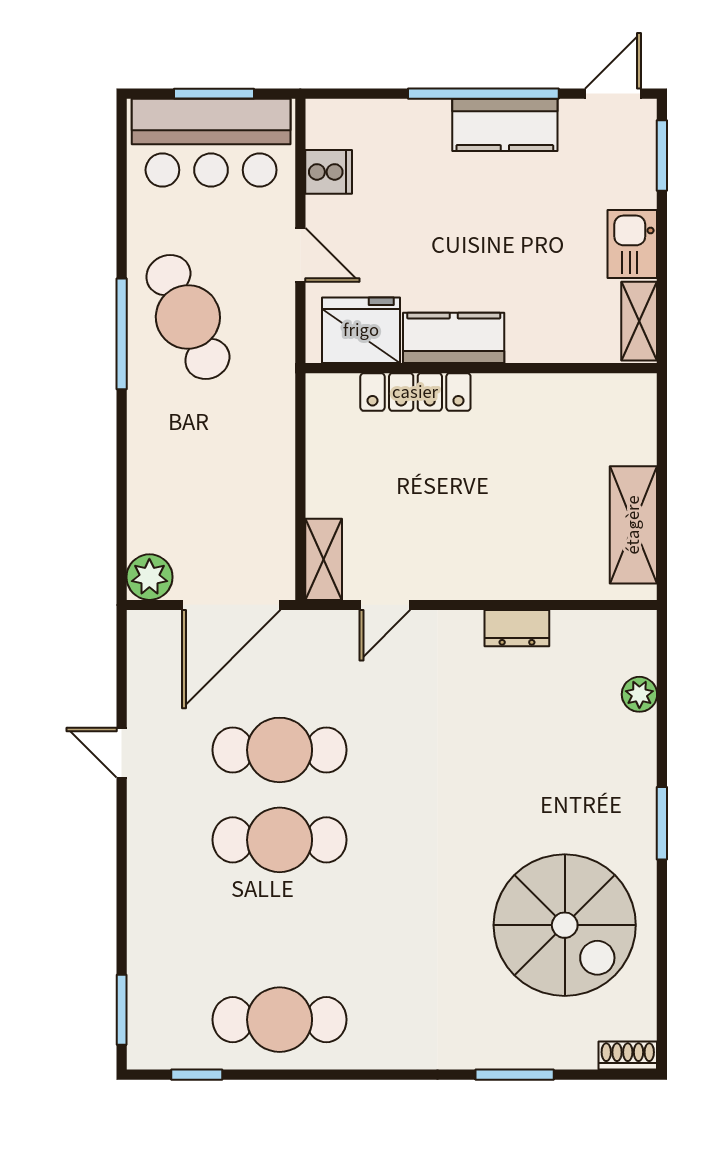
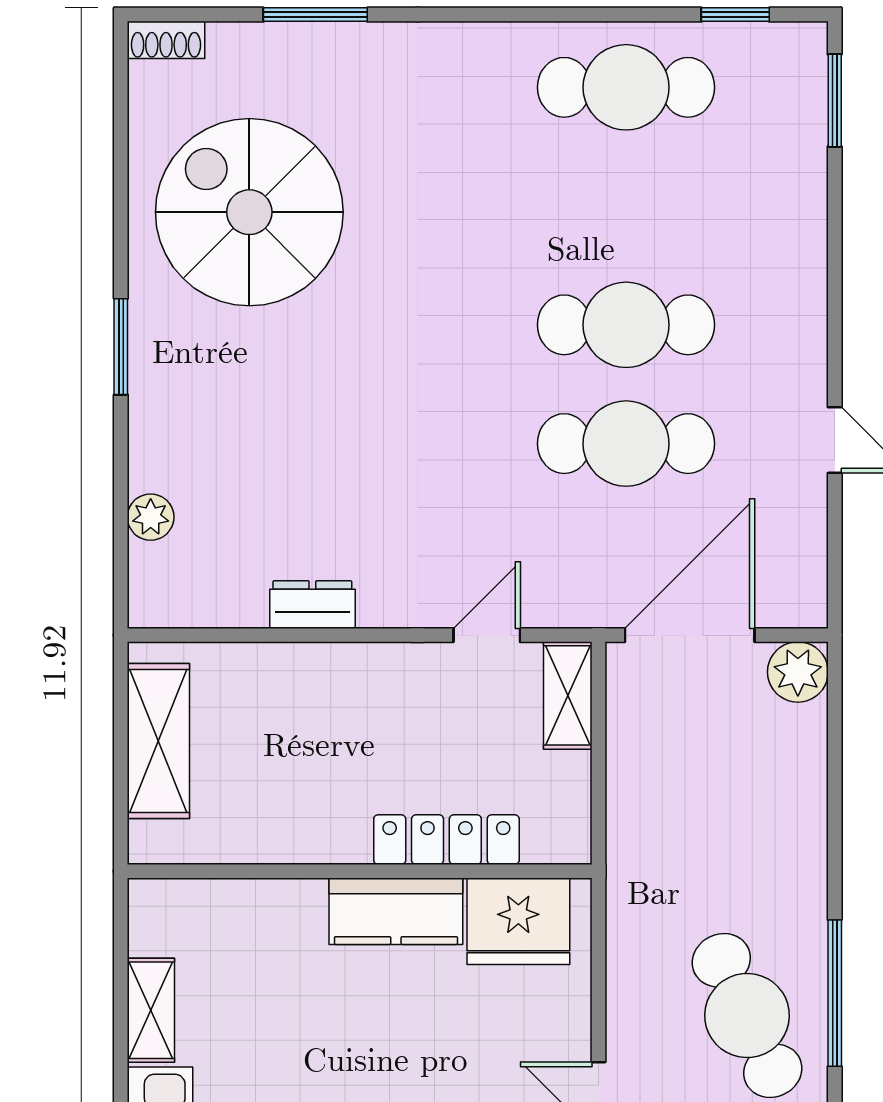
fridge: (361, 330) -> (518, 921), moved
kitchen counter: (454, 338) -> (396, 911), moved
wall: (481, 368) -> (360, 871), moved
locker: (415, 392) -> (446, 840), moved

